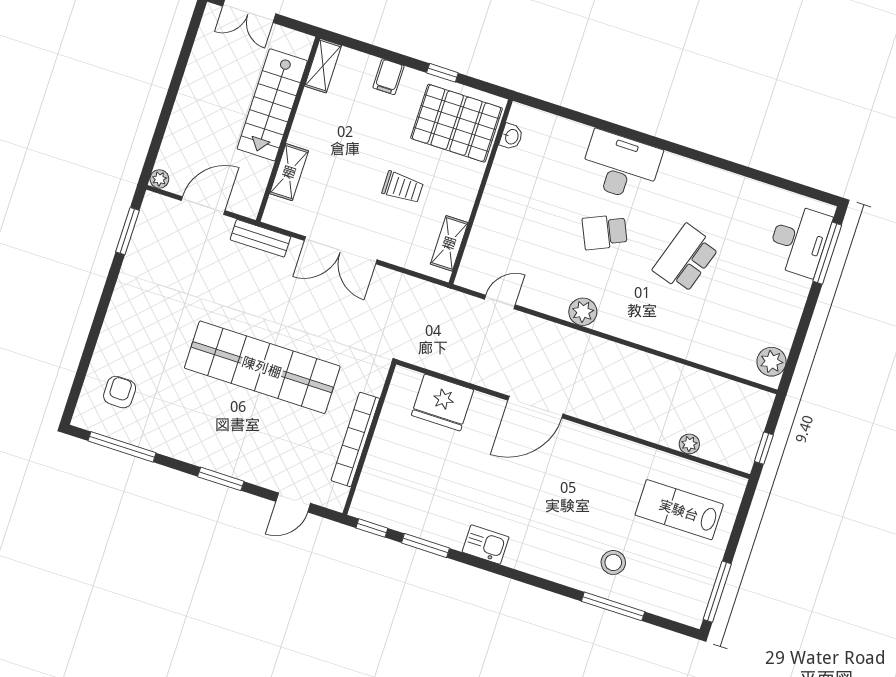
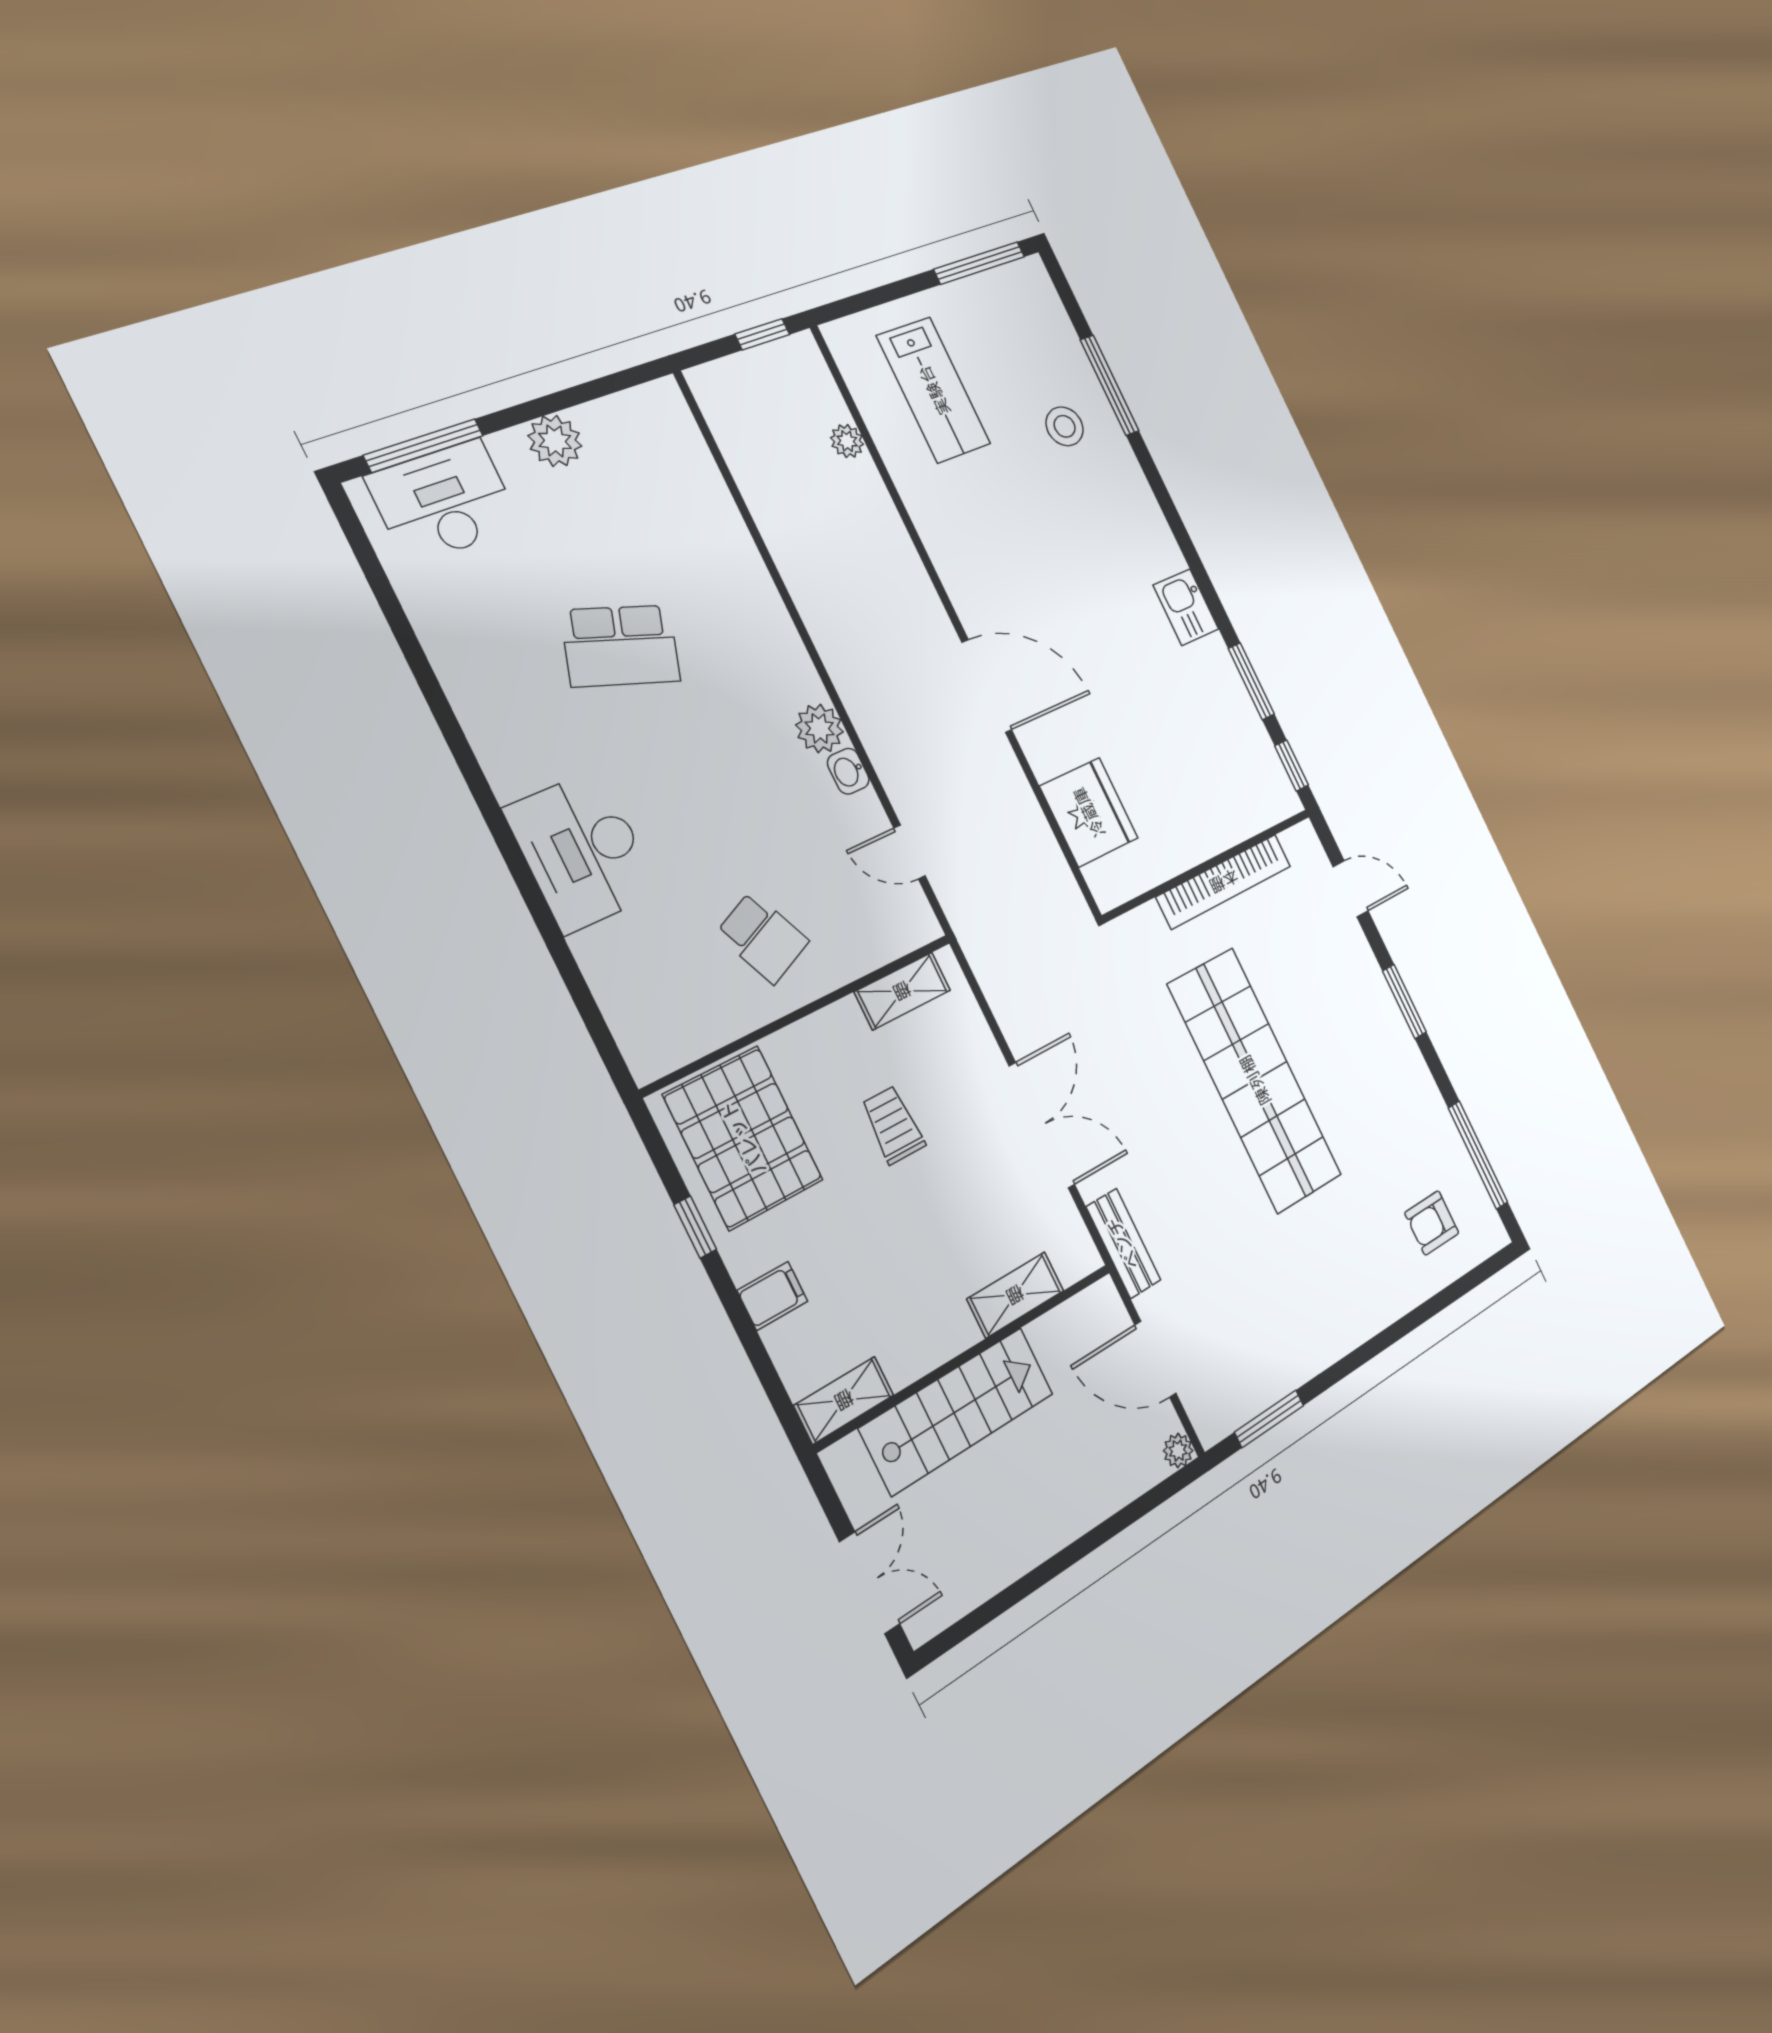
washbasin: (511, 137) -> (848, 771), moved, turned -90
school desk: (605, 232) -> (763, 937), moved
plant: (772, 362) -> (555, 441), moved

